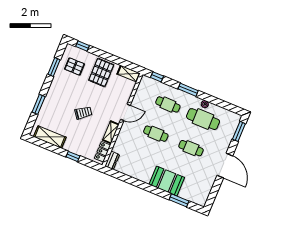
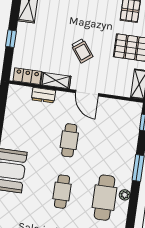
cafe table: (168, 104) -> (112, 146), removed
trolley: (83, 113) -> (82, 51), moved
dresser: (112, 160) -> (43, 95), moved

